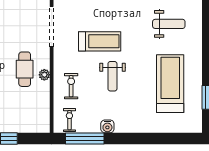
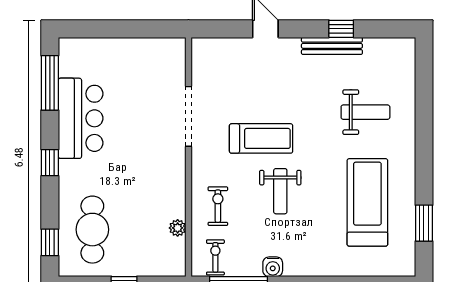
cafe table: (25, 69) -> (148, 180), removed
plant: (44, 75) -> (178, 228), moved

